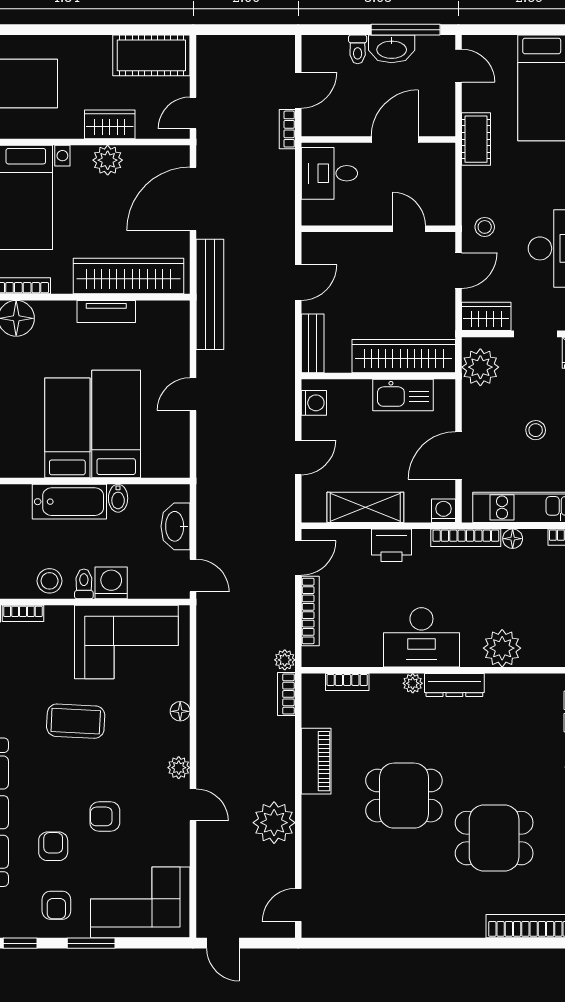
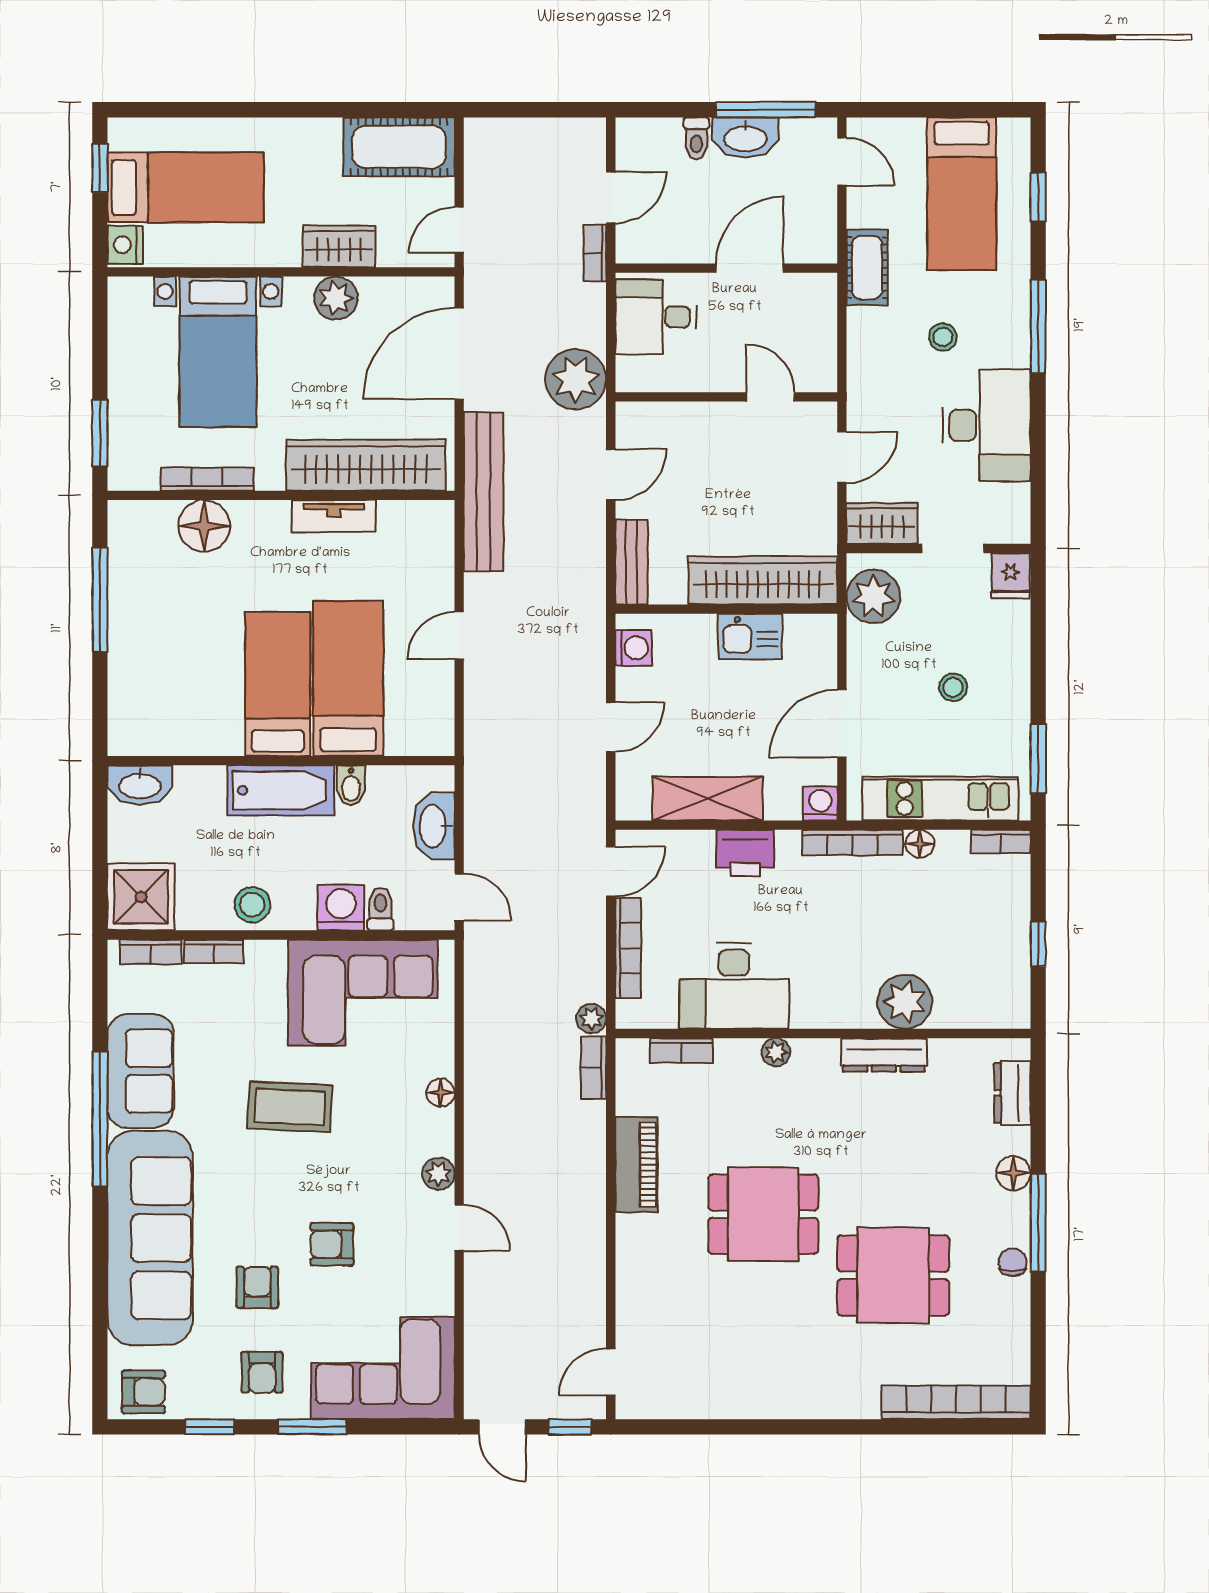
stool: (485, 227) -> (943, 337), moved
kitchen sink: (403, 395) -> (750, 637), width x0.73
toilet: (84, 584) -> (380, 909), moved
desk: (421, 637) -> (734, 986), moved
dresser: (454, 685) -> (884, 1055), moved
plant: (274, 823) -> (576, 379), moved
window: (270, 943) -> (570, 1427), added

